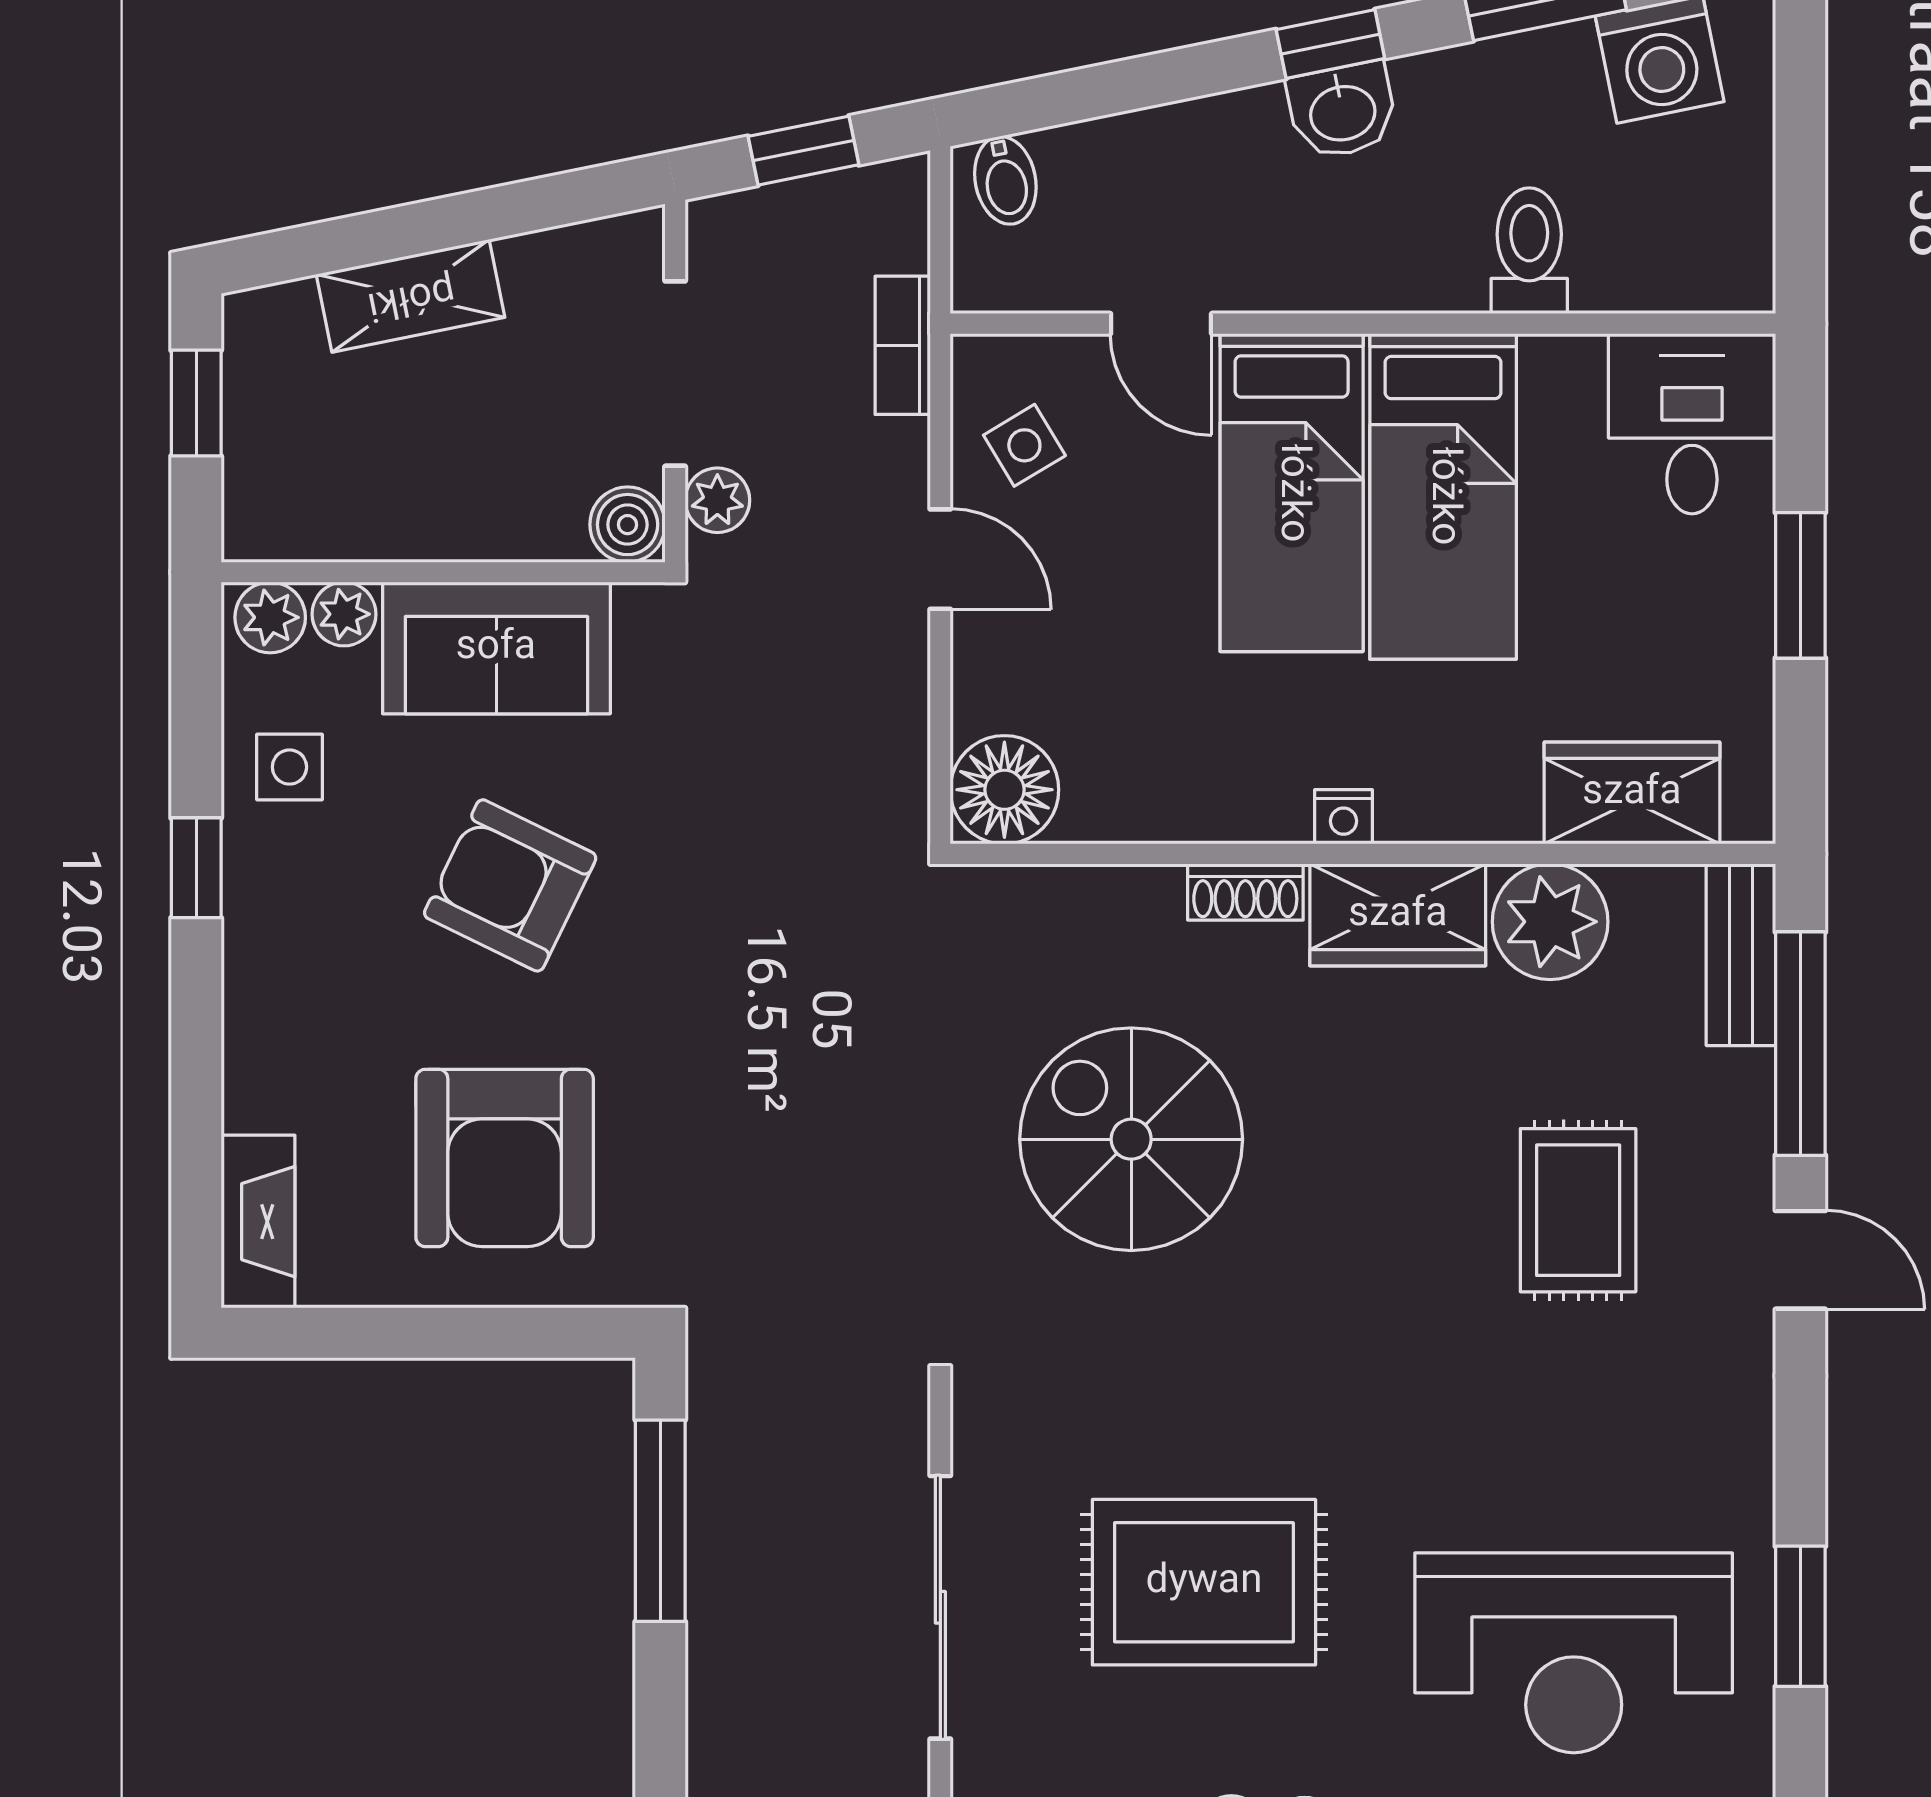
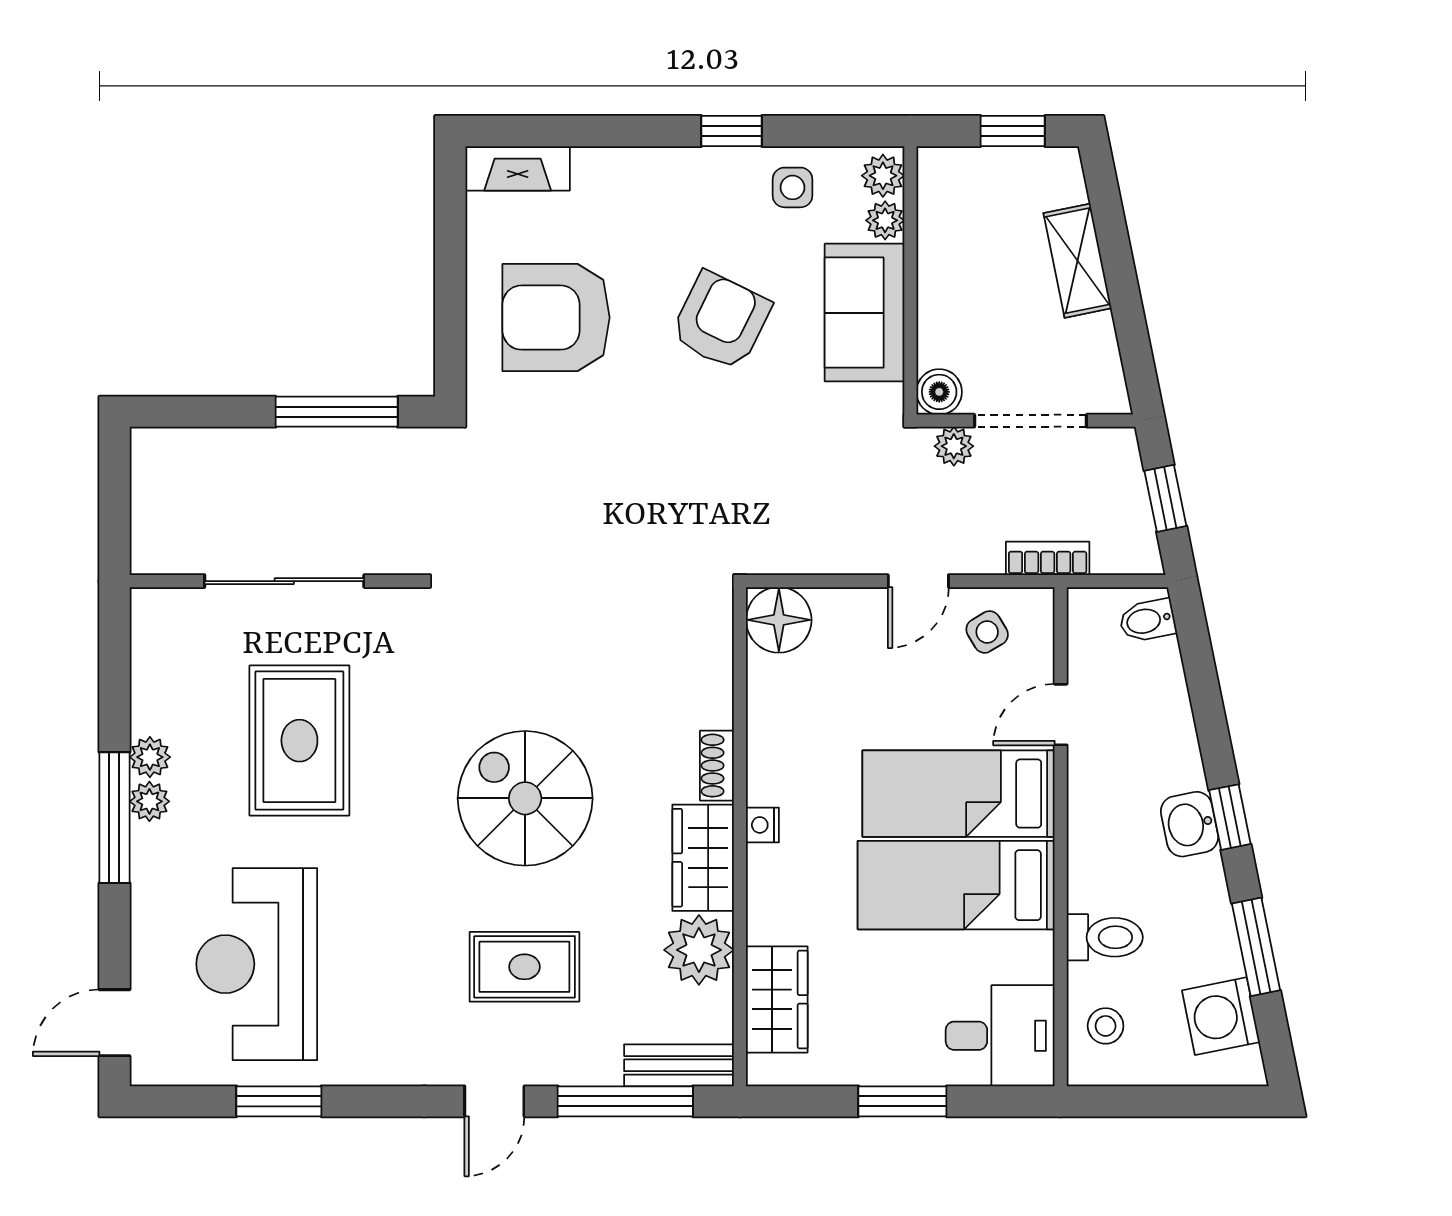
stool: (1676, 249) -> (1106, 1026), added
spiral stairs: (1131, 1139) -> (525, 798), moved, turned -90

